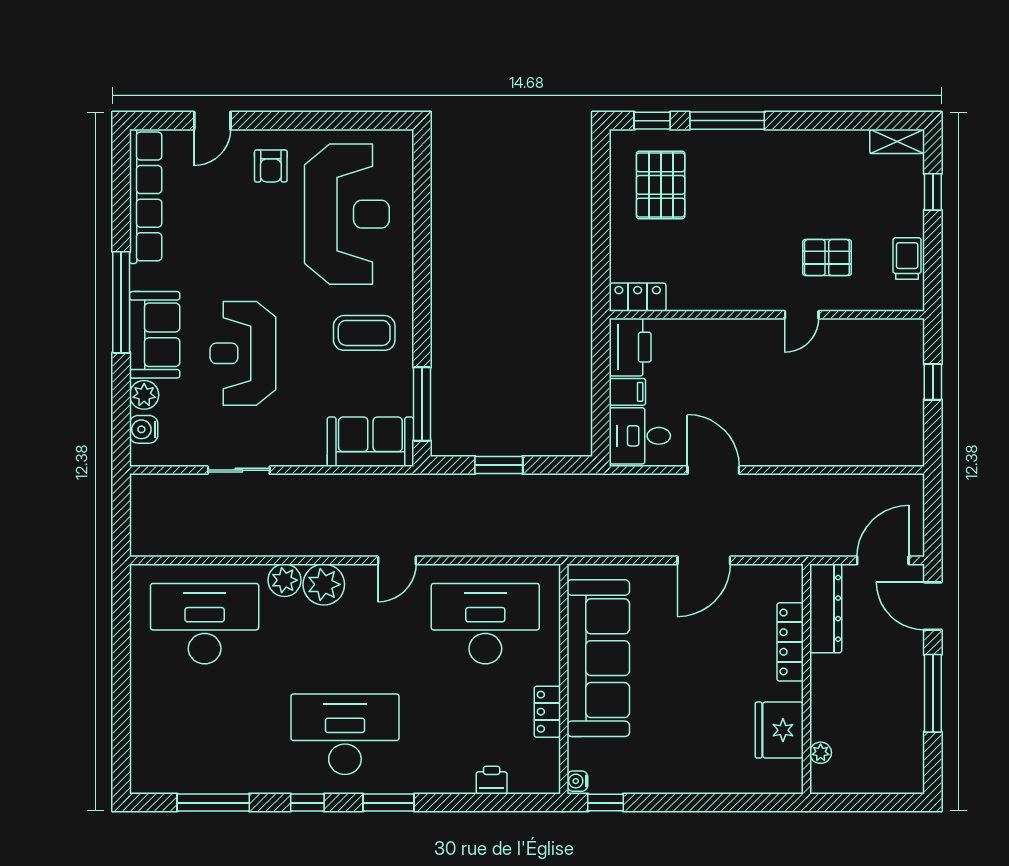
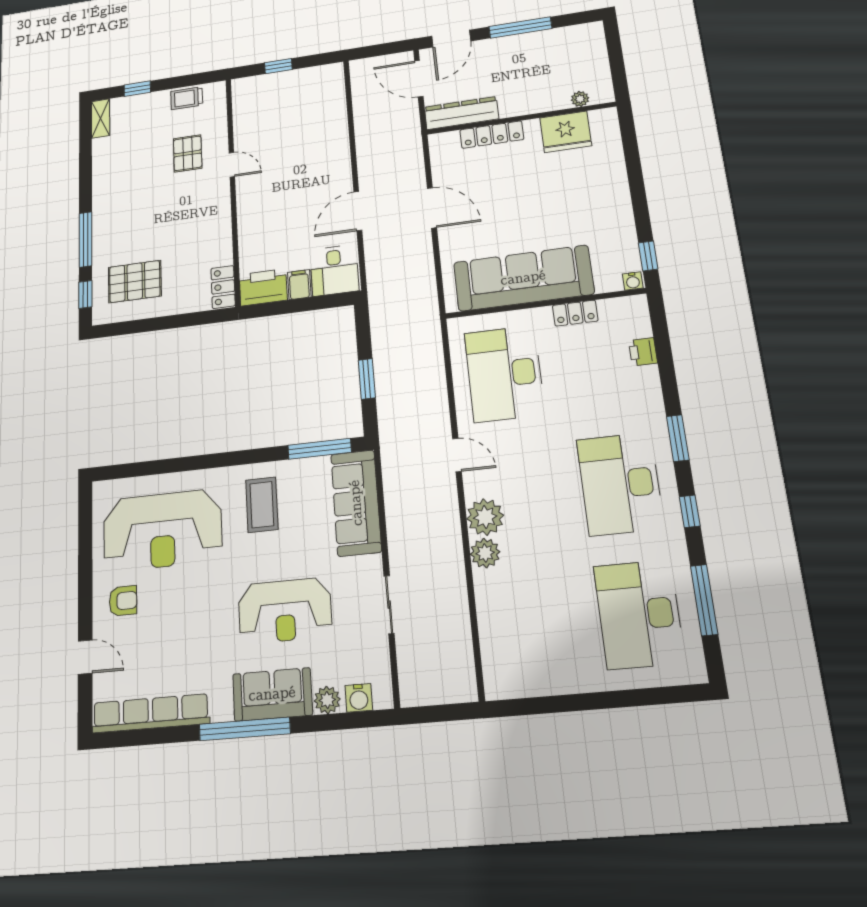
reception desk: (347, 214) -> (162, 530), turned 180
sofa: (370, 442) -> (356, 503), width x1.36
desk: (205, 624) -> (639, 614), moved

